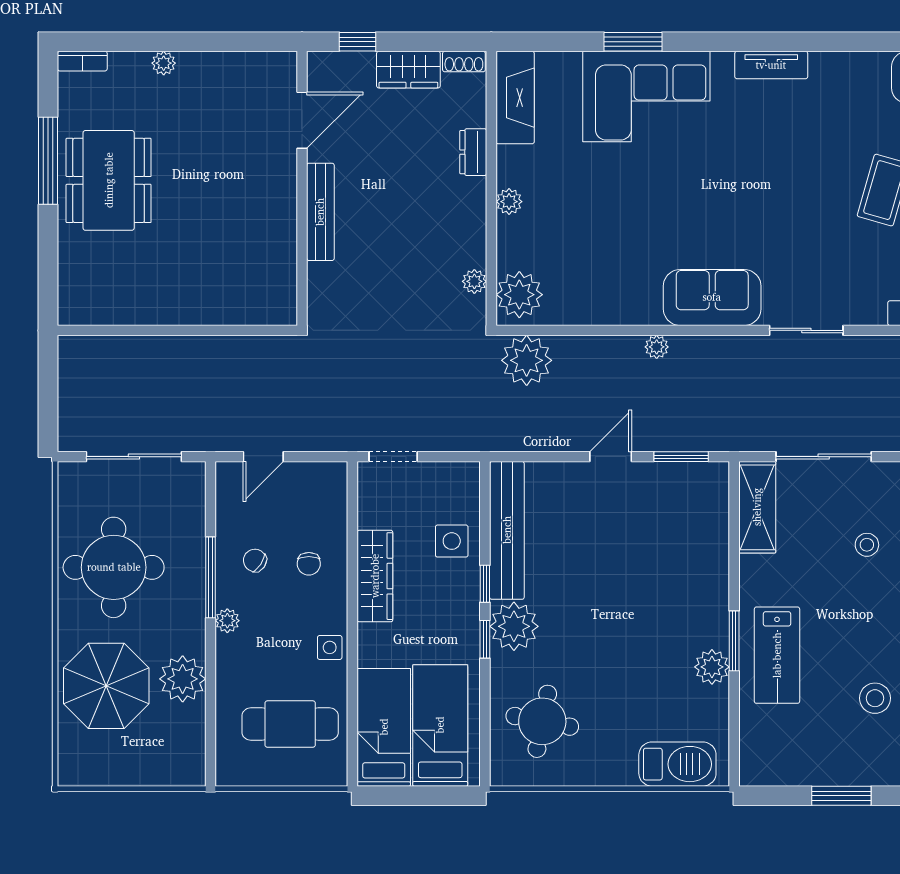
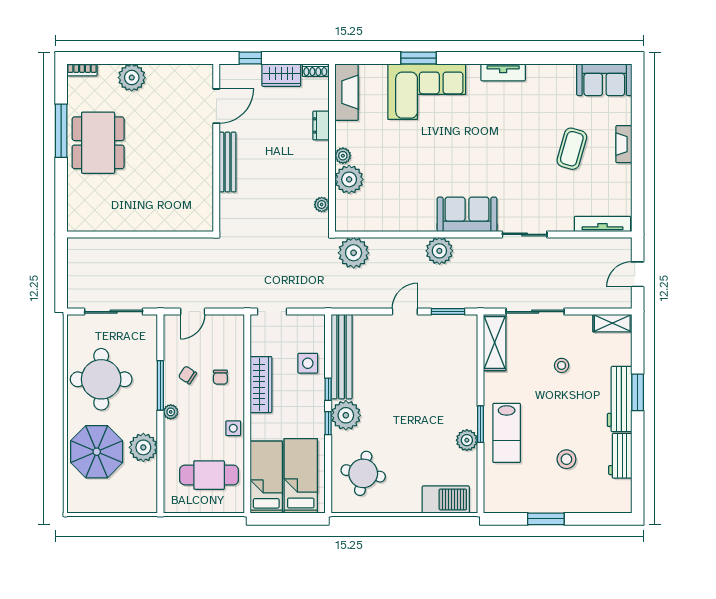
plant: (164, 63) -> (132, 78), width x1.87, depth x1.87
plant: (519, 295) -> (349, 179), moved
plant: (657, 347) -> (439, 251), width x1.88, depth x1.88

